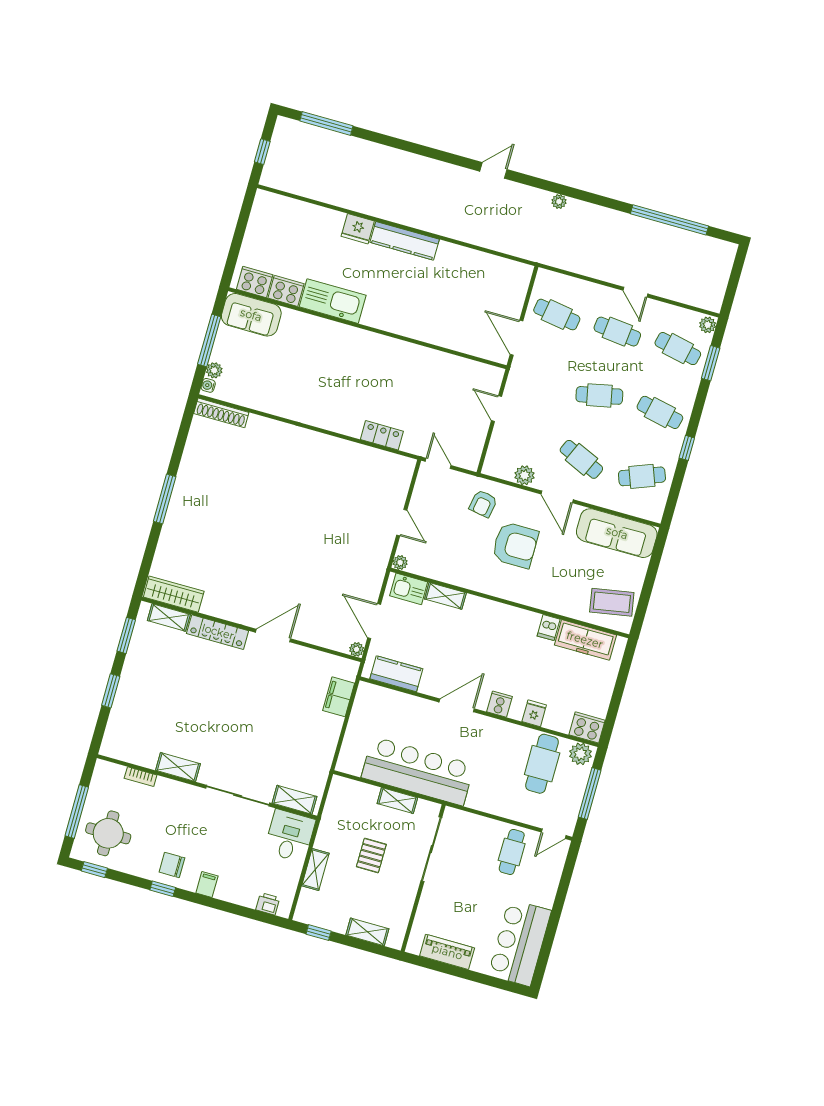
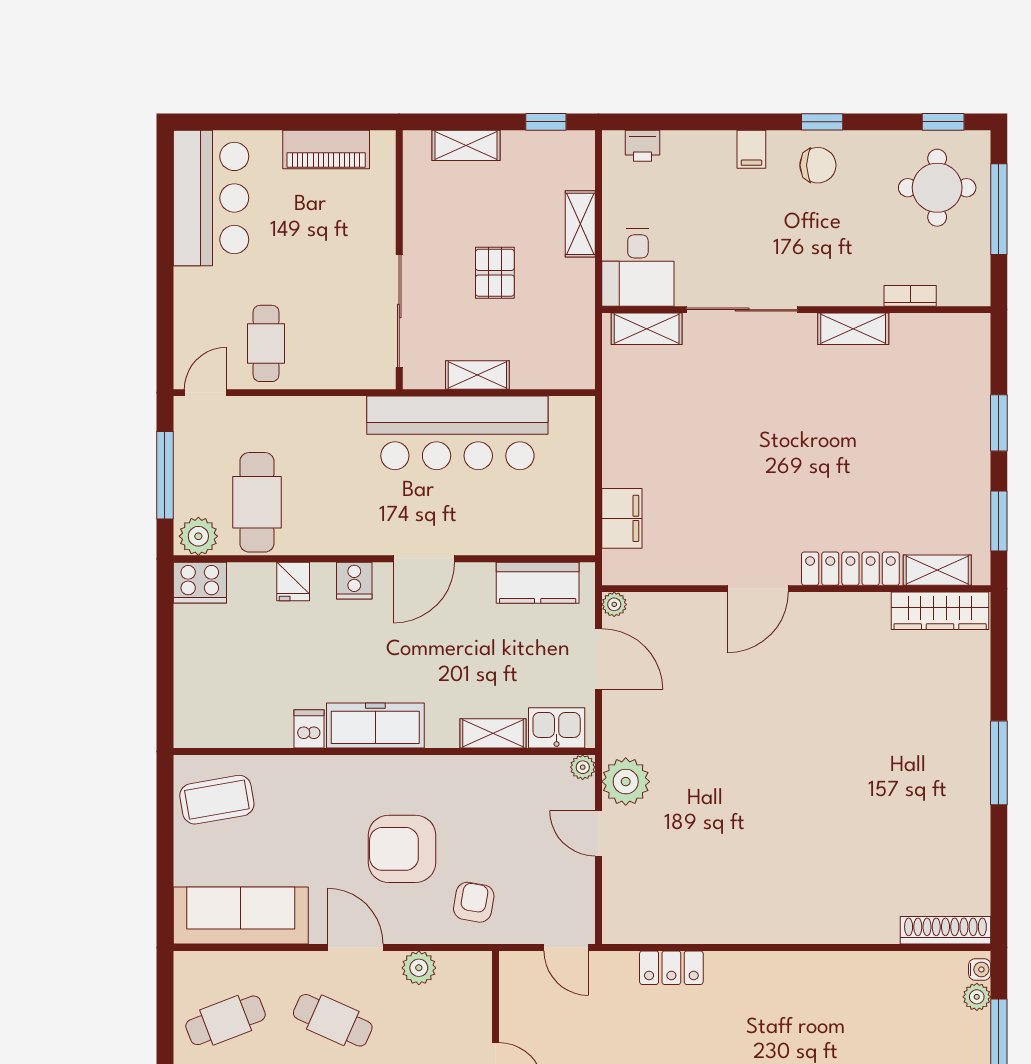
plant: (378, 548) -> (626, 782), added
freezer: (585, 640) -> (375, 725), moved

